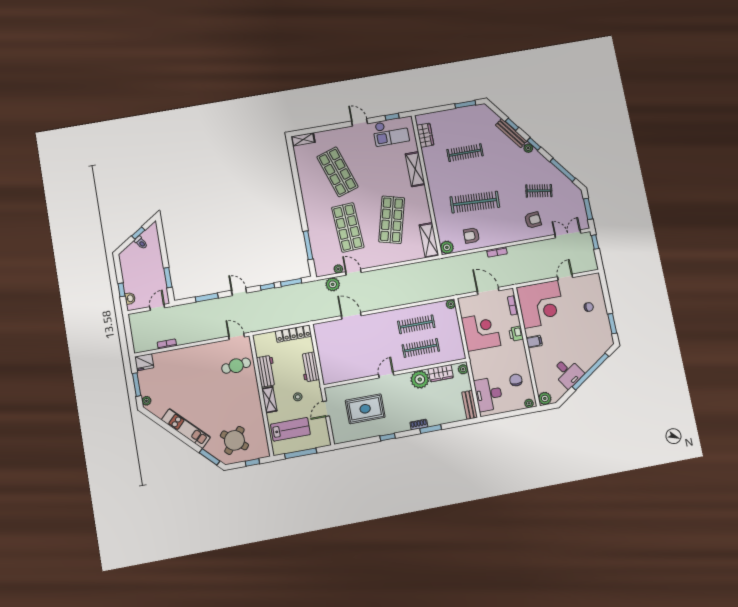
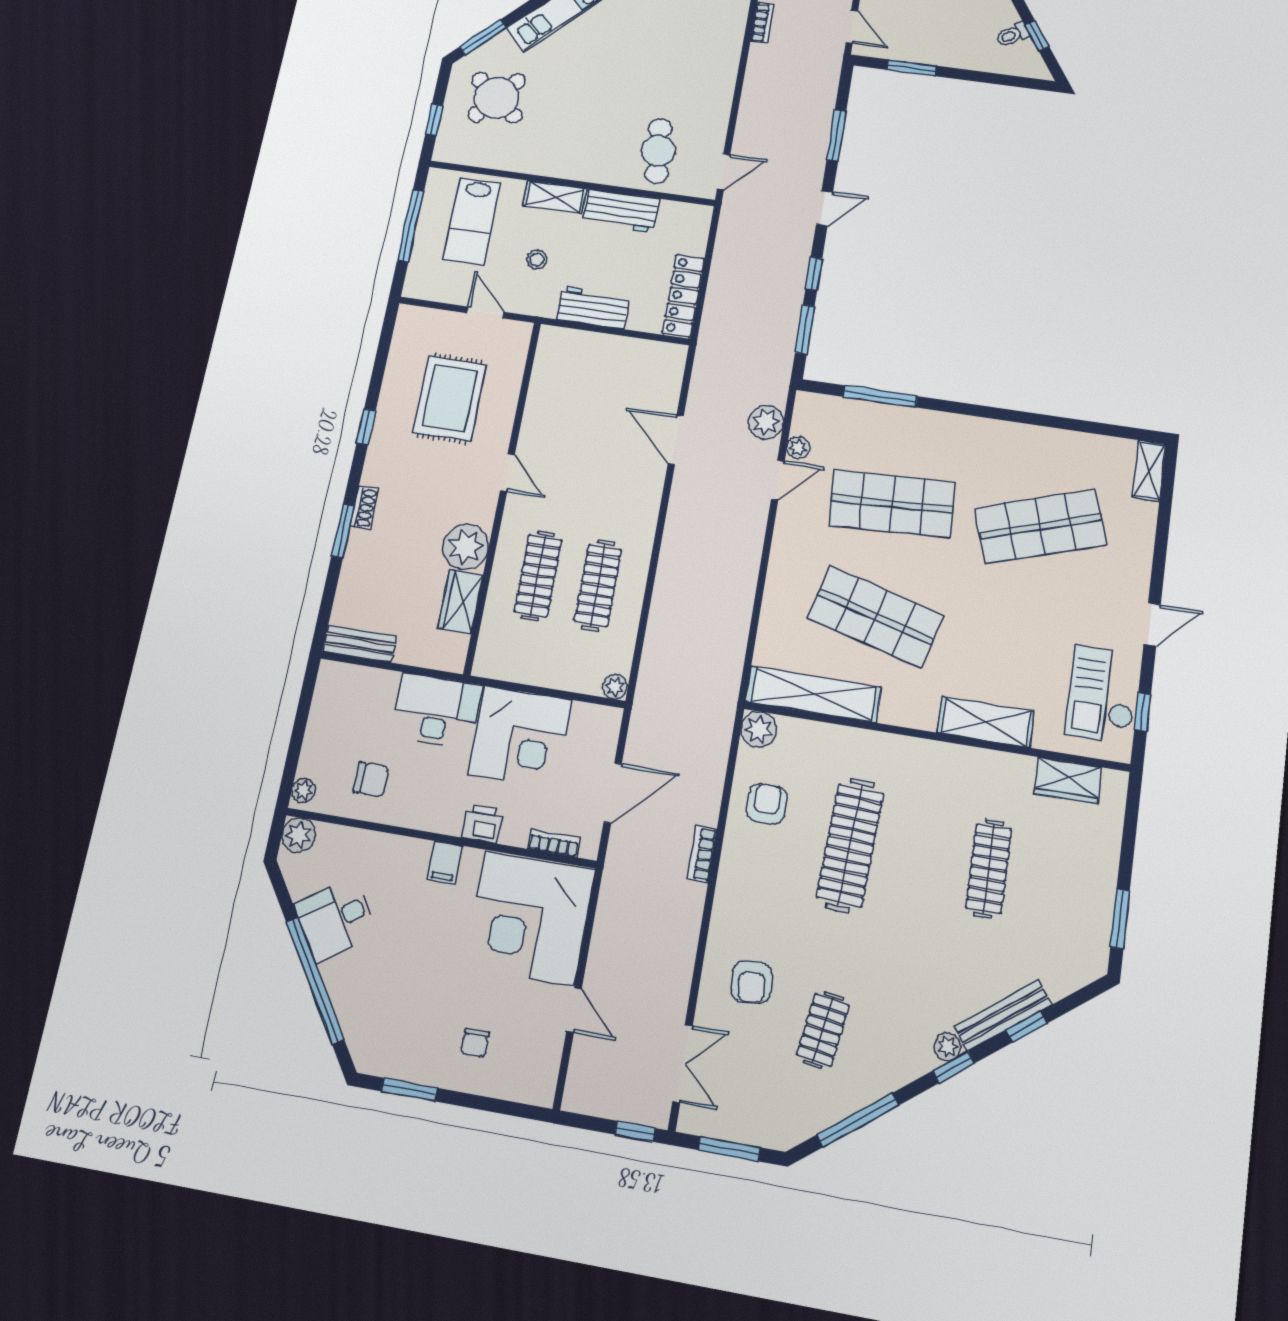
shelving: (429, 240) -> (813, 694), width x1.47
door: (351, 316) -> (676, 440), swing flipped
plant: (463, 369) -> (448, 659), removed
desk: (489, 394) -> (437, 711), moved

